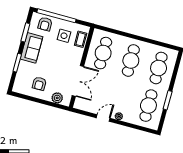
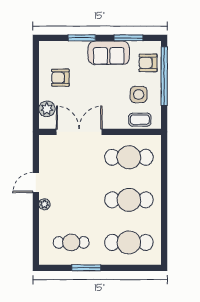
double door: (78, 81) -> (79, 132), swing flipped
cafe table: (148, 106) -> (71, 242), width x0.73, depth x0.74
door: (103, 118) -> (36, 182), swing flipped

